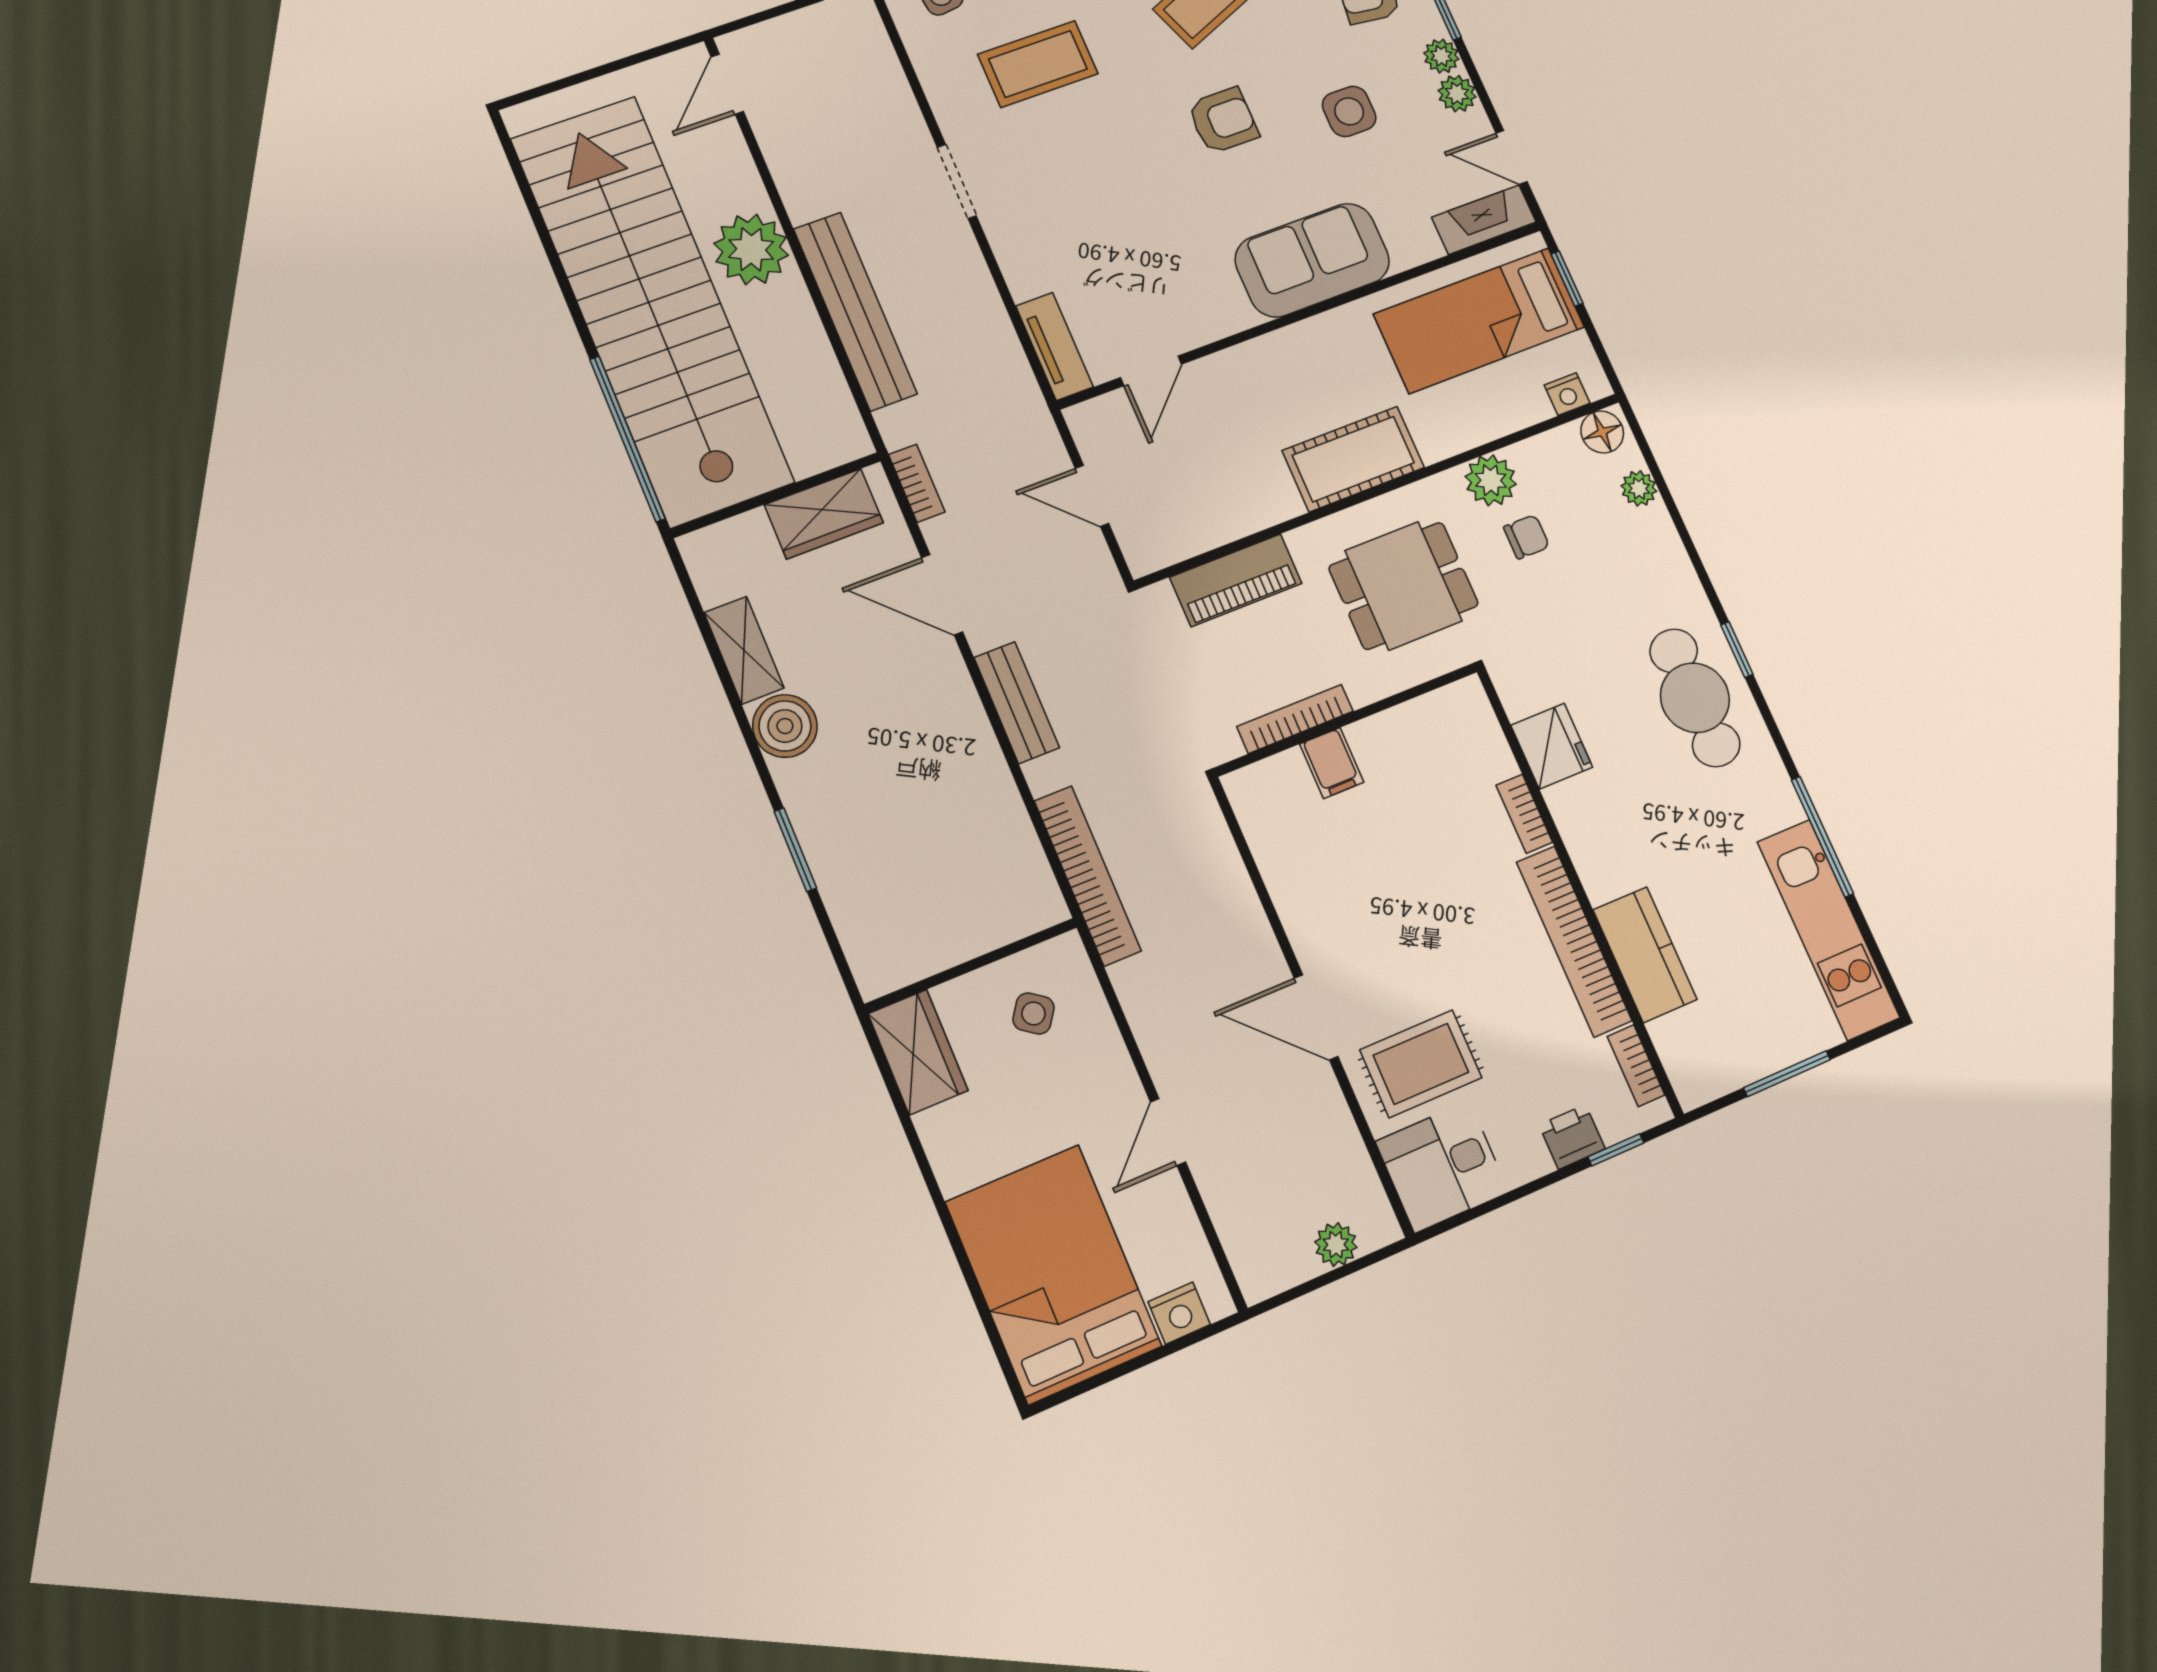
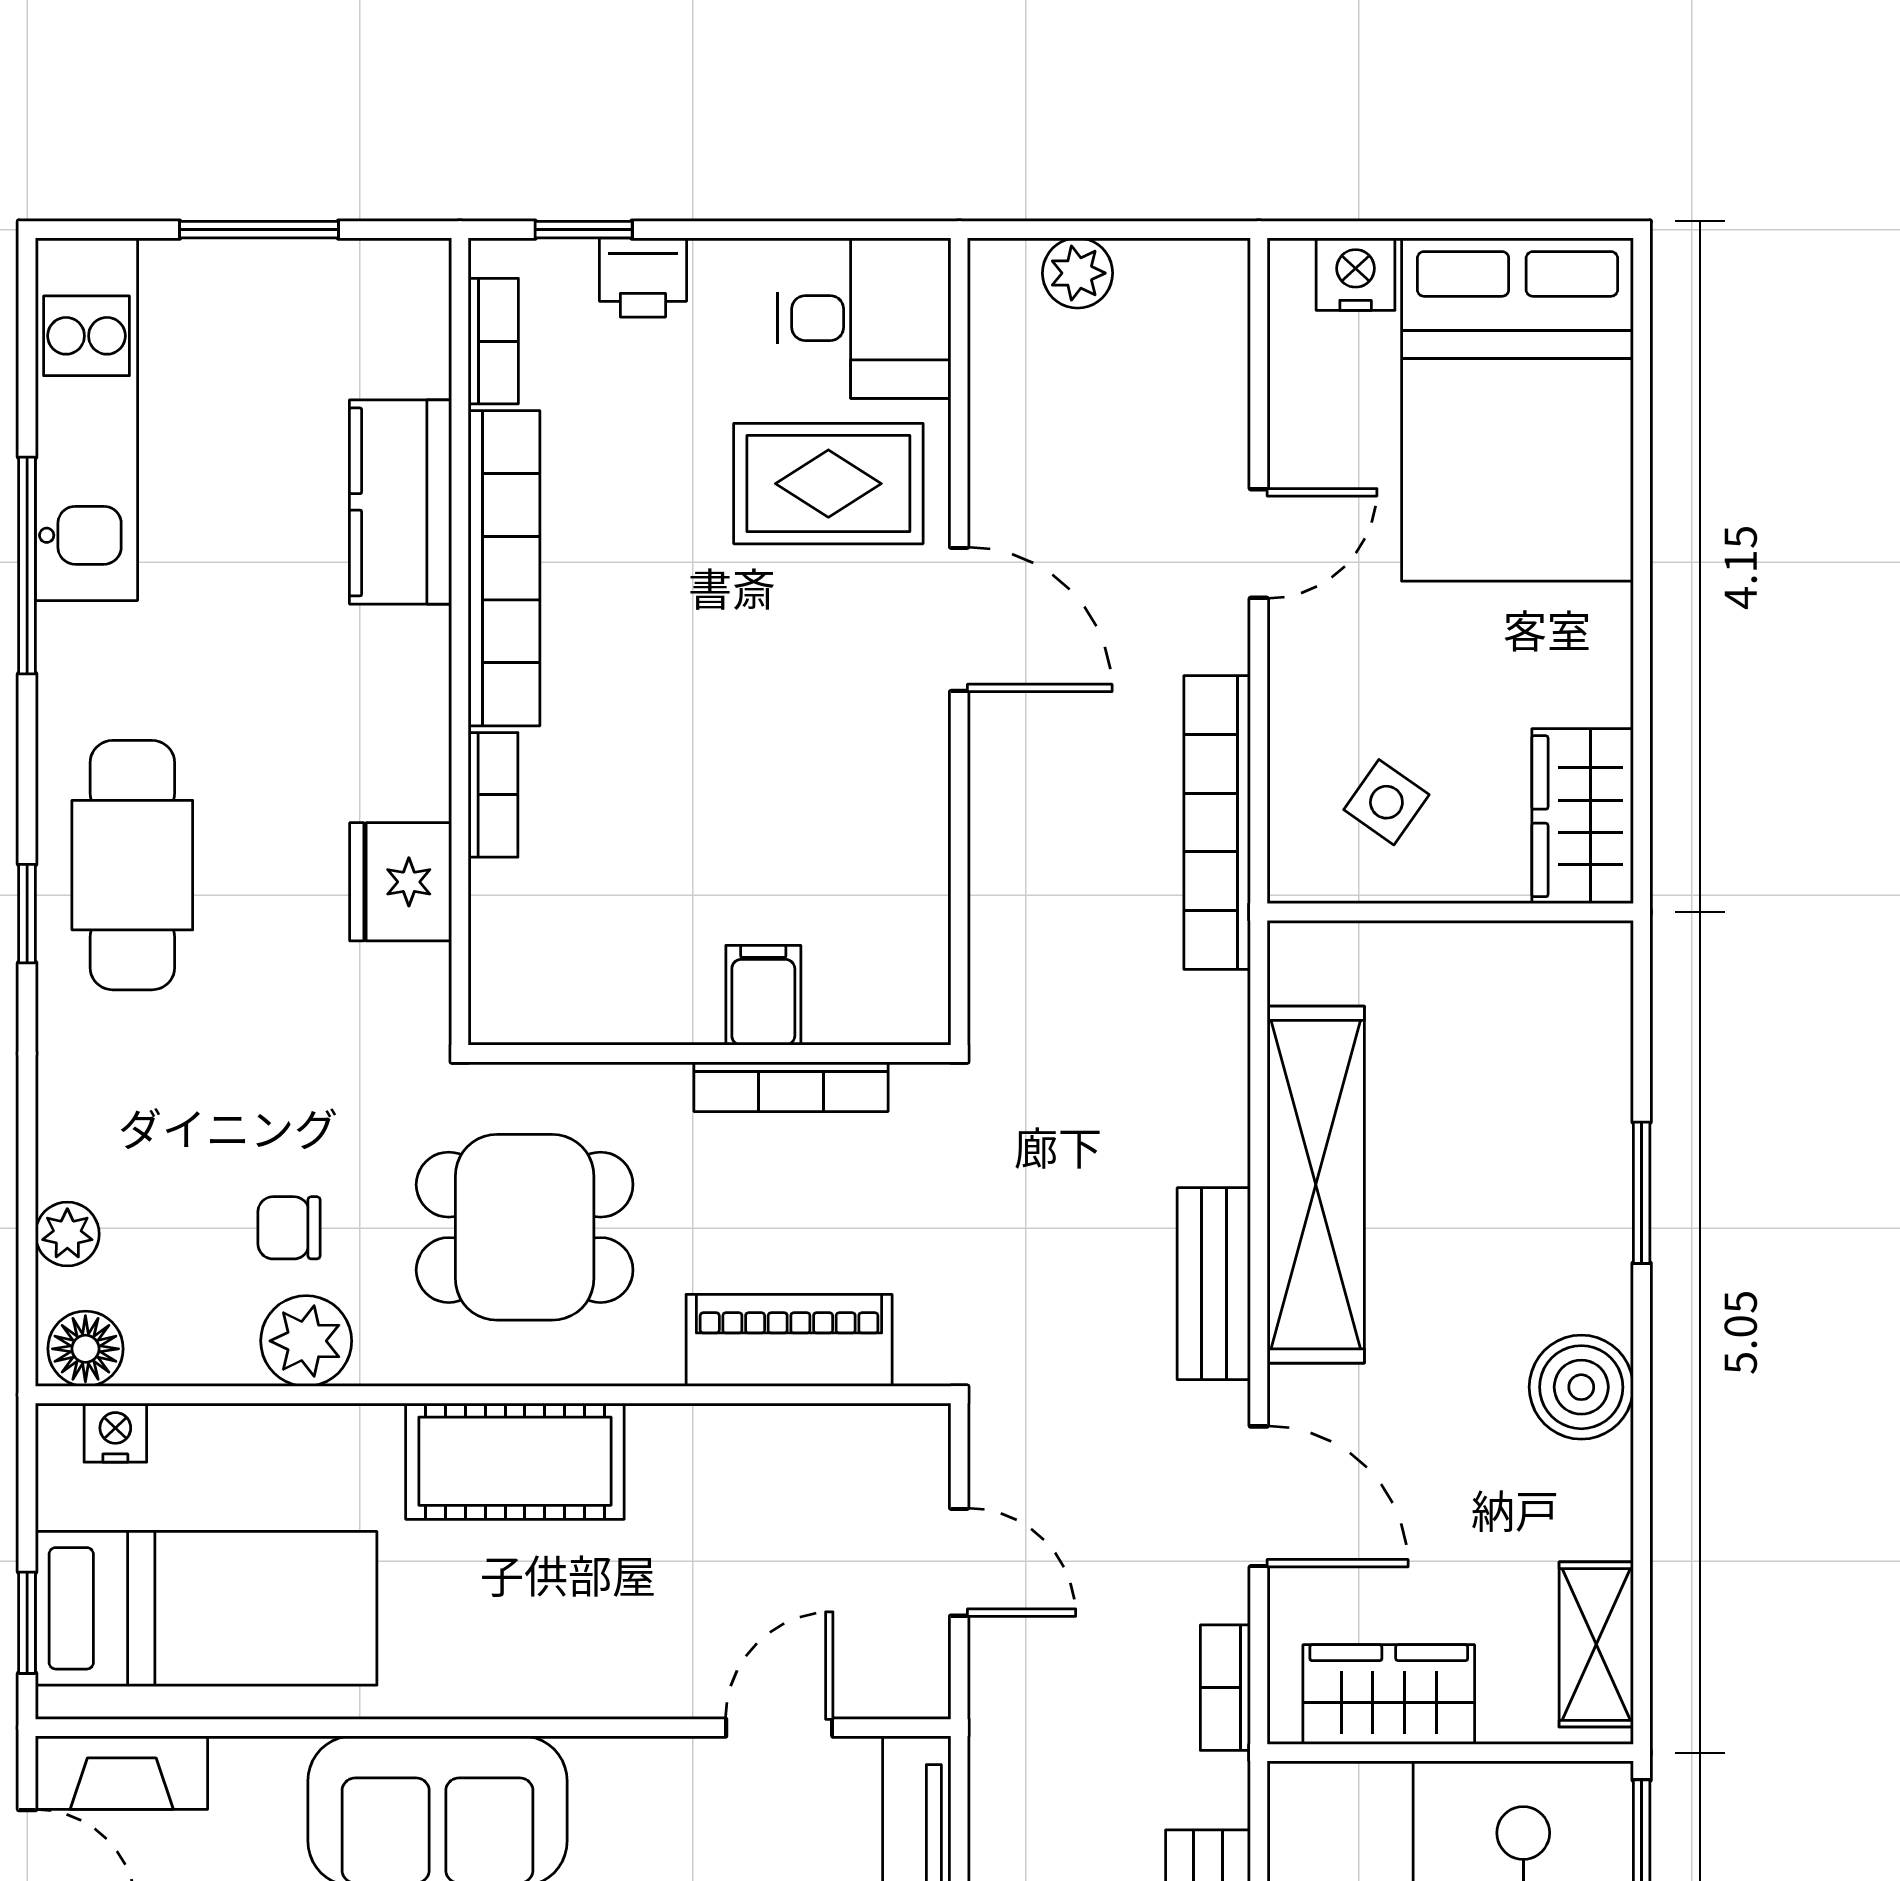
shelving: (744, 650) -> (1596, 1644), moved
shelving: (983, 780) -> (1316, 1185), added
bookcase: (1088, 876) -> (1217, 822), moved

